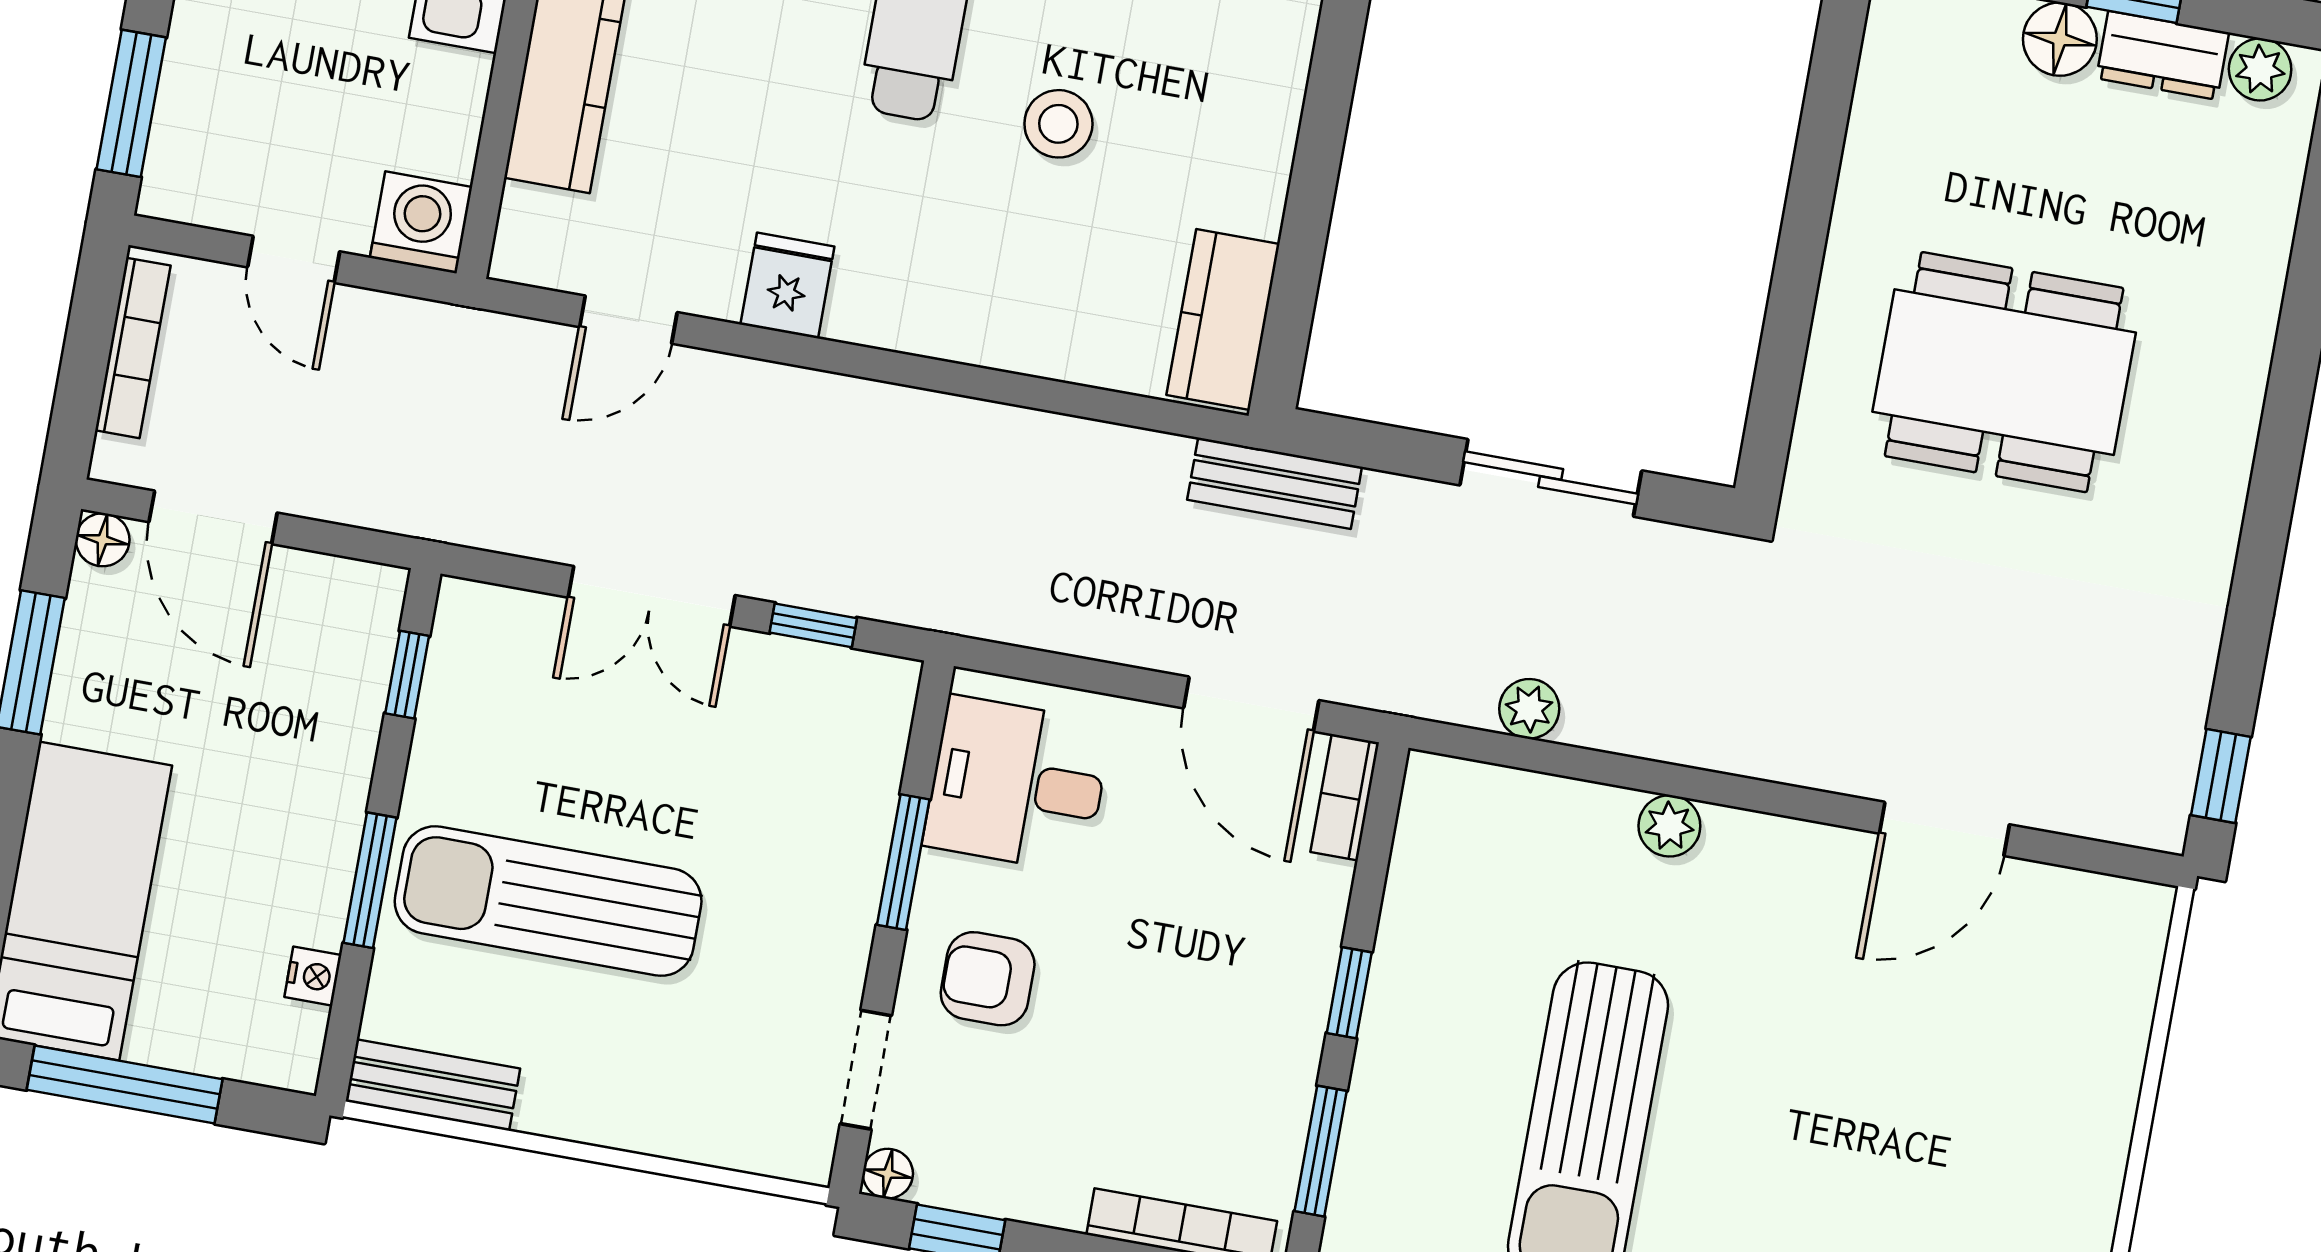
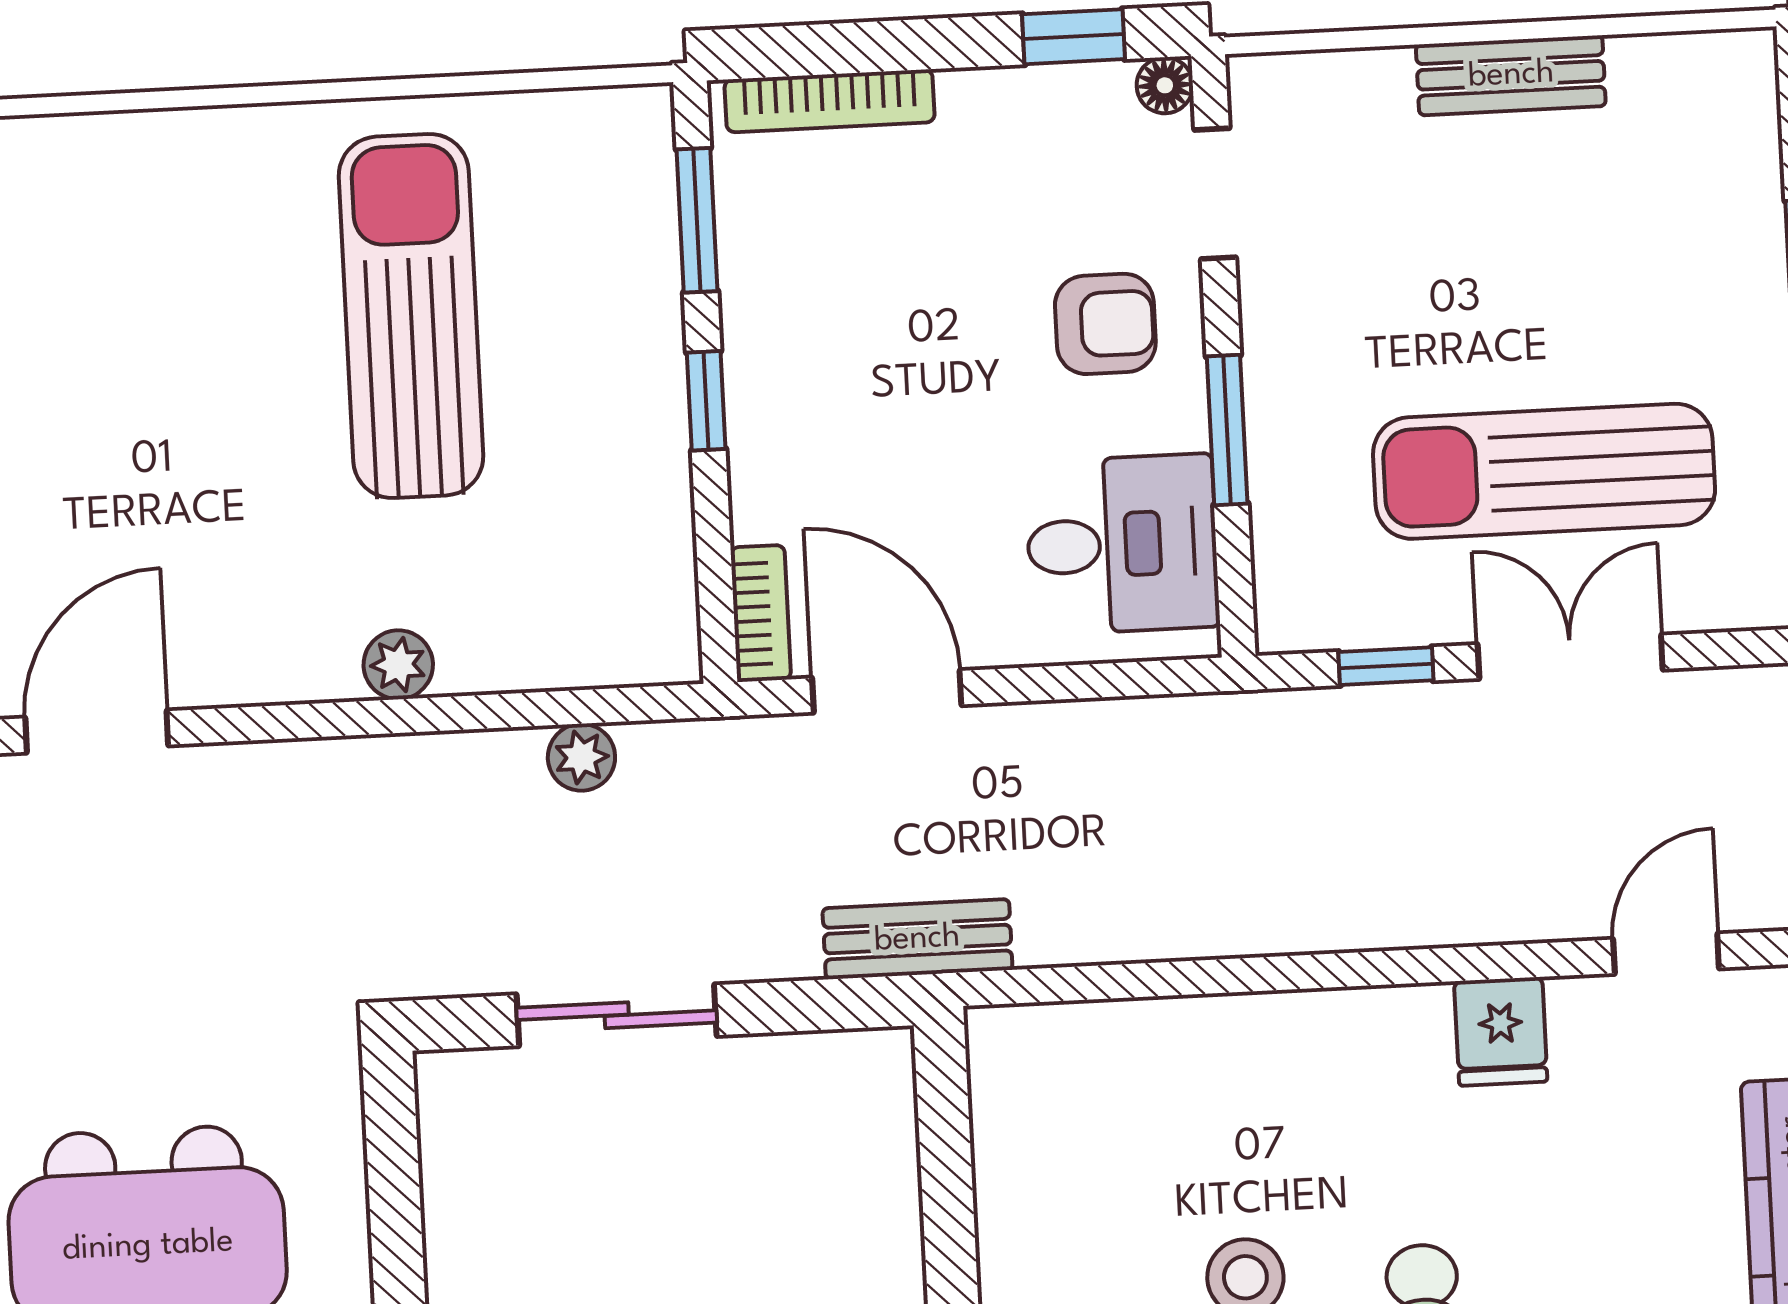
kitchen counter: (1223, 320) -> (1016, 1105), removed
sun lounger: (548, 901) -> (1544, 471), moved, turned 180
bench: (433, 1085) -> (1511, 75), moved

